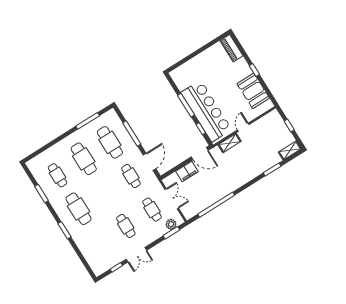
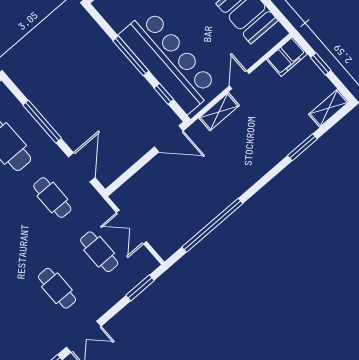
filing cabinet: (187, 172) -> (287, 57), moved
double door: (172, 199) -> (131, 227), swing flipped
plant: (171, 224) -> (137, 273), removed

